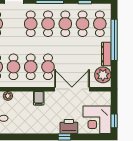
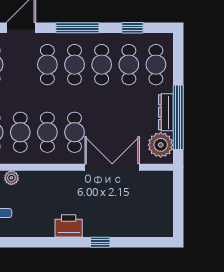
window: (114, 40) -> (178, 117), moved
filing cabinet: (39, 98) -> (60, 182), removed
corner desk: (97, 120) -> (152, 215), removed
window: (114, 121) -> (178, 217), removed
printer: (69, 126) -> (69, 226), moved

